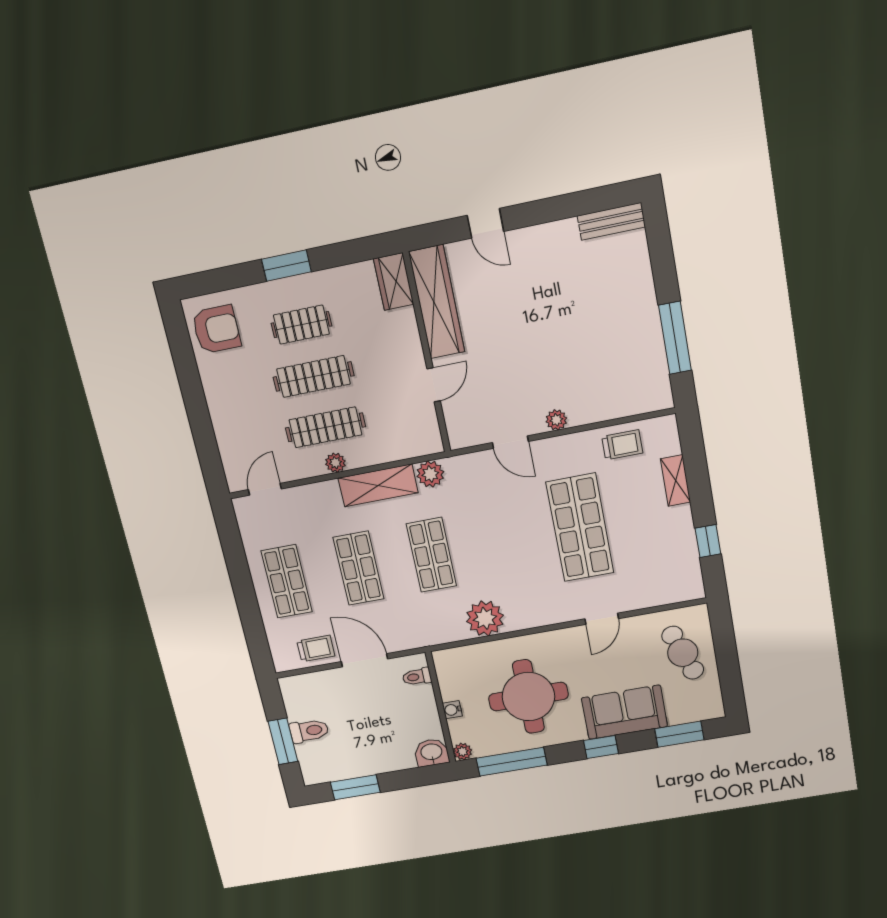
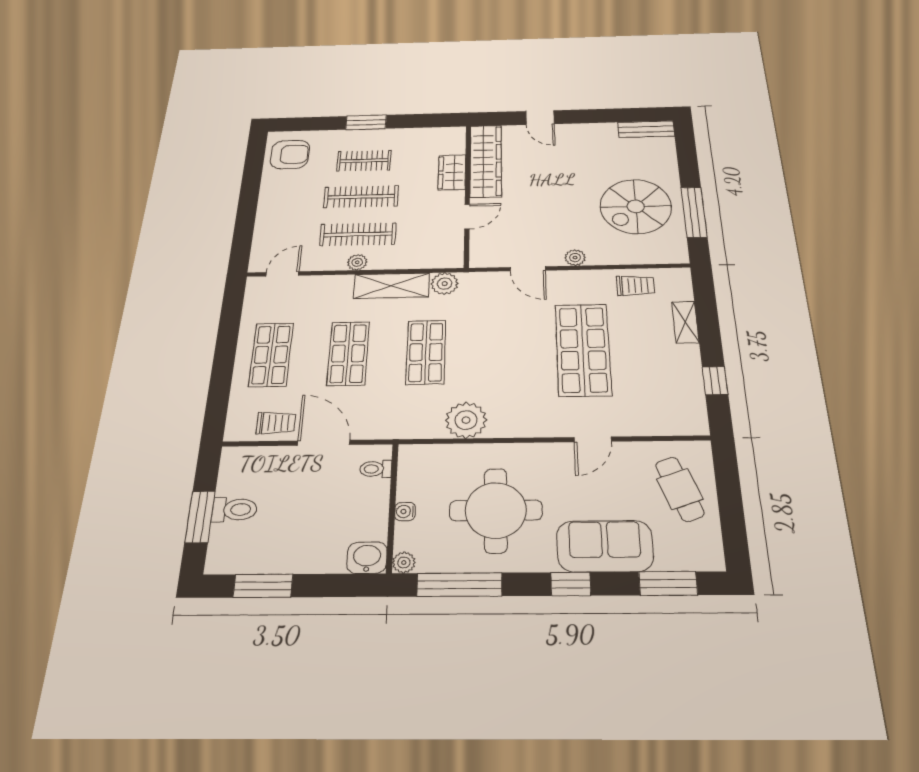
wardrobe: (394, 282) -> (452, 172), moved
spiral stairs: (611, 340) -> (636, 206), added

